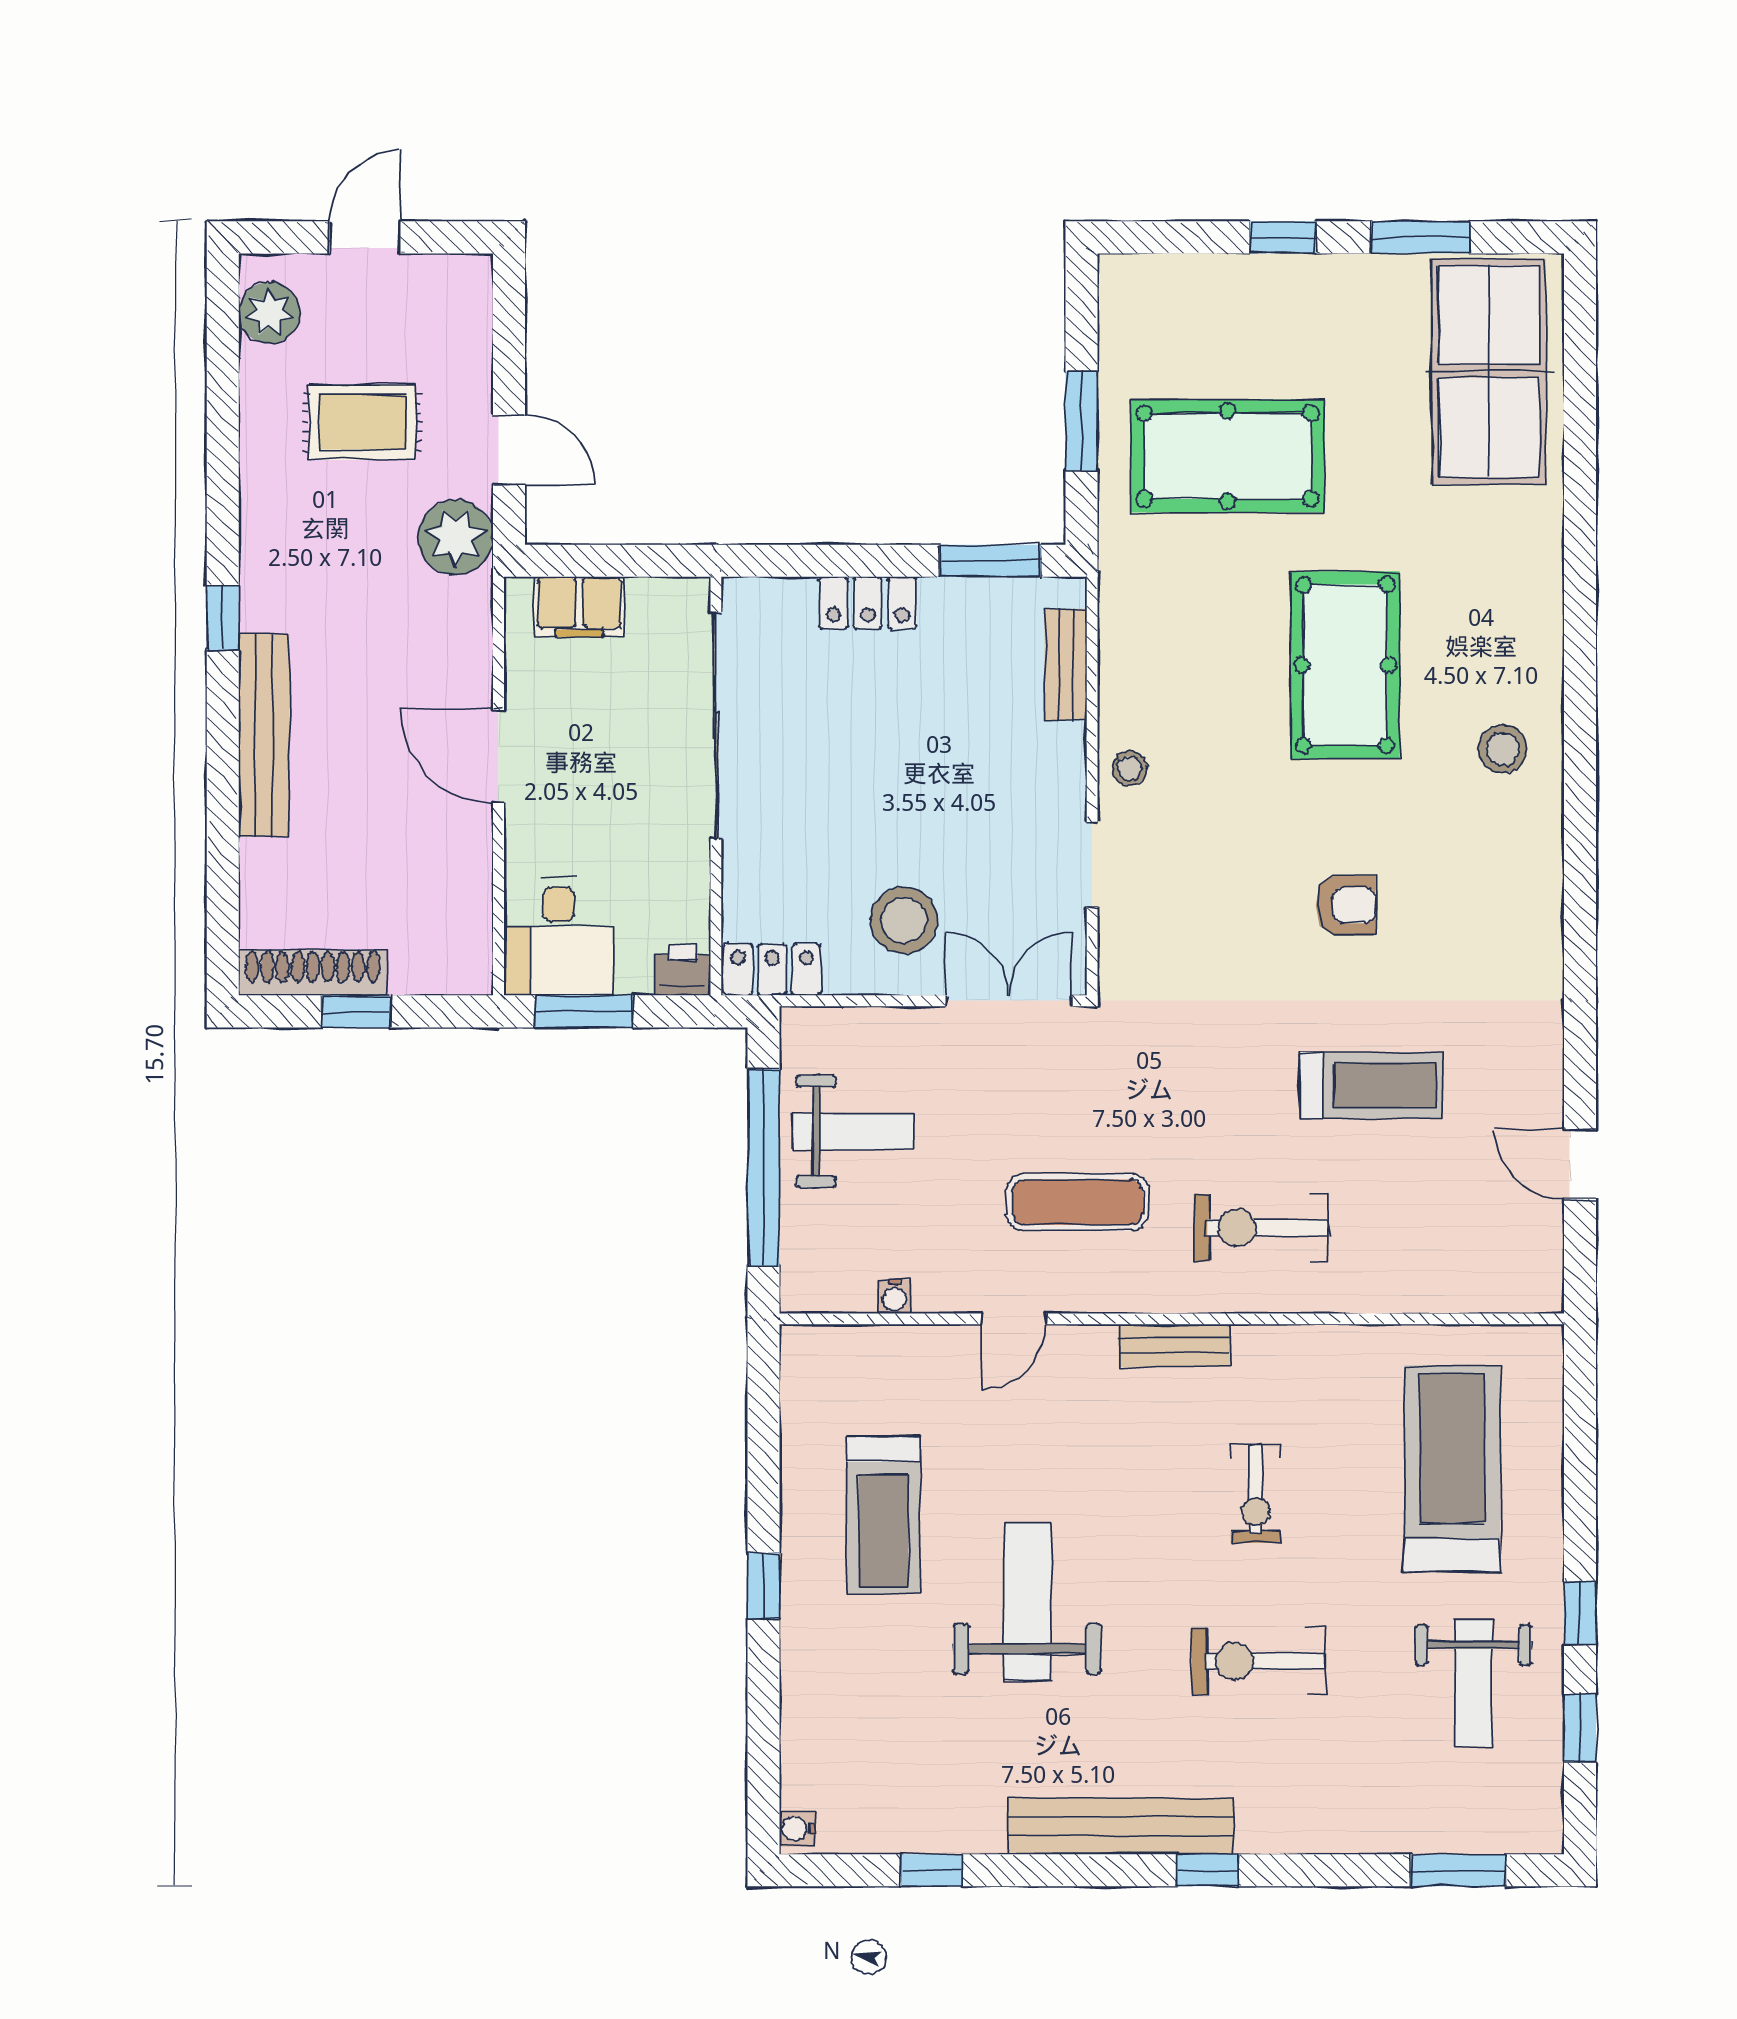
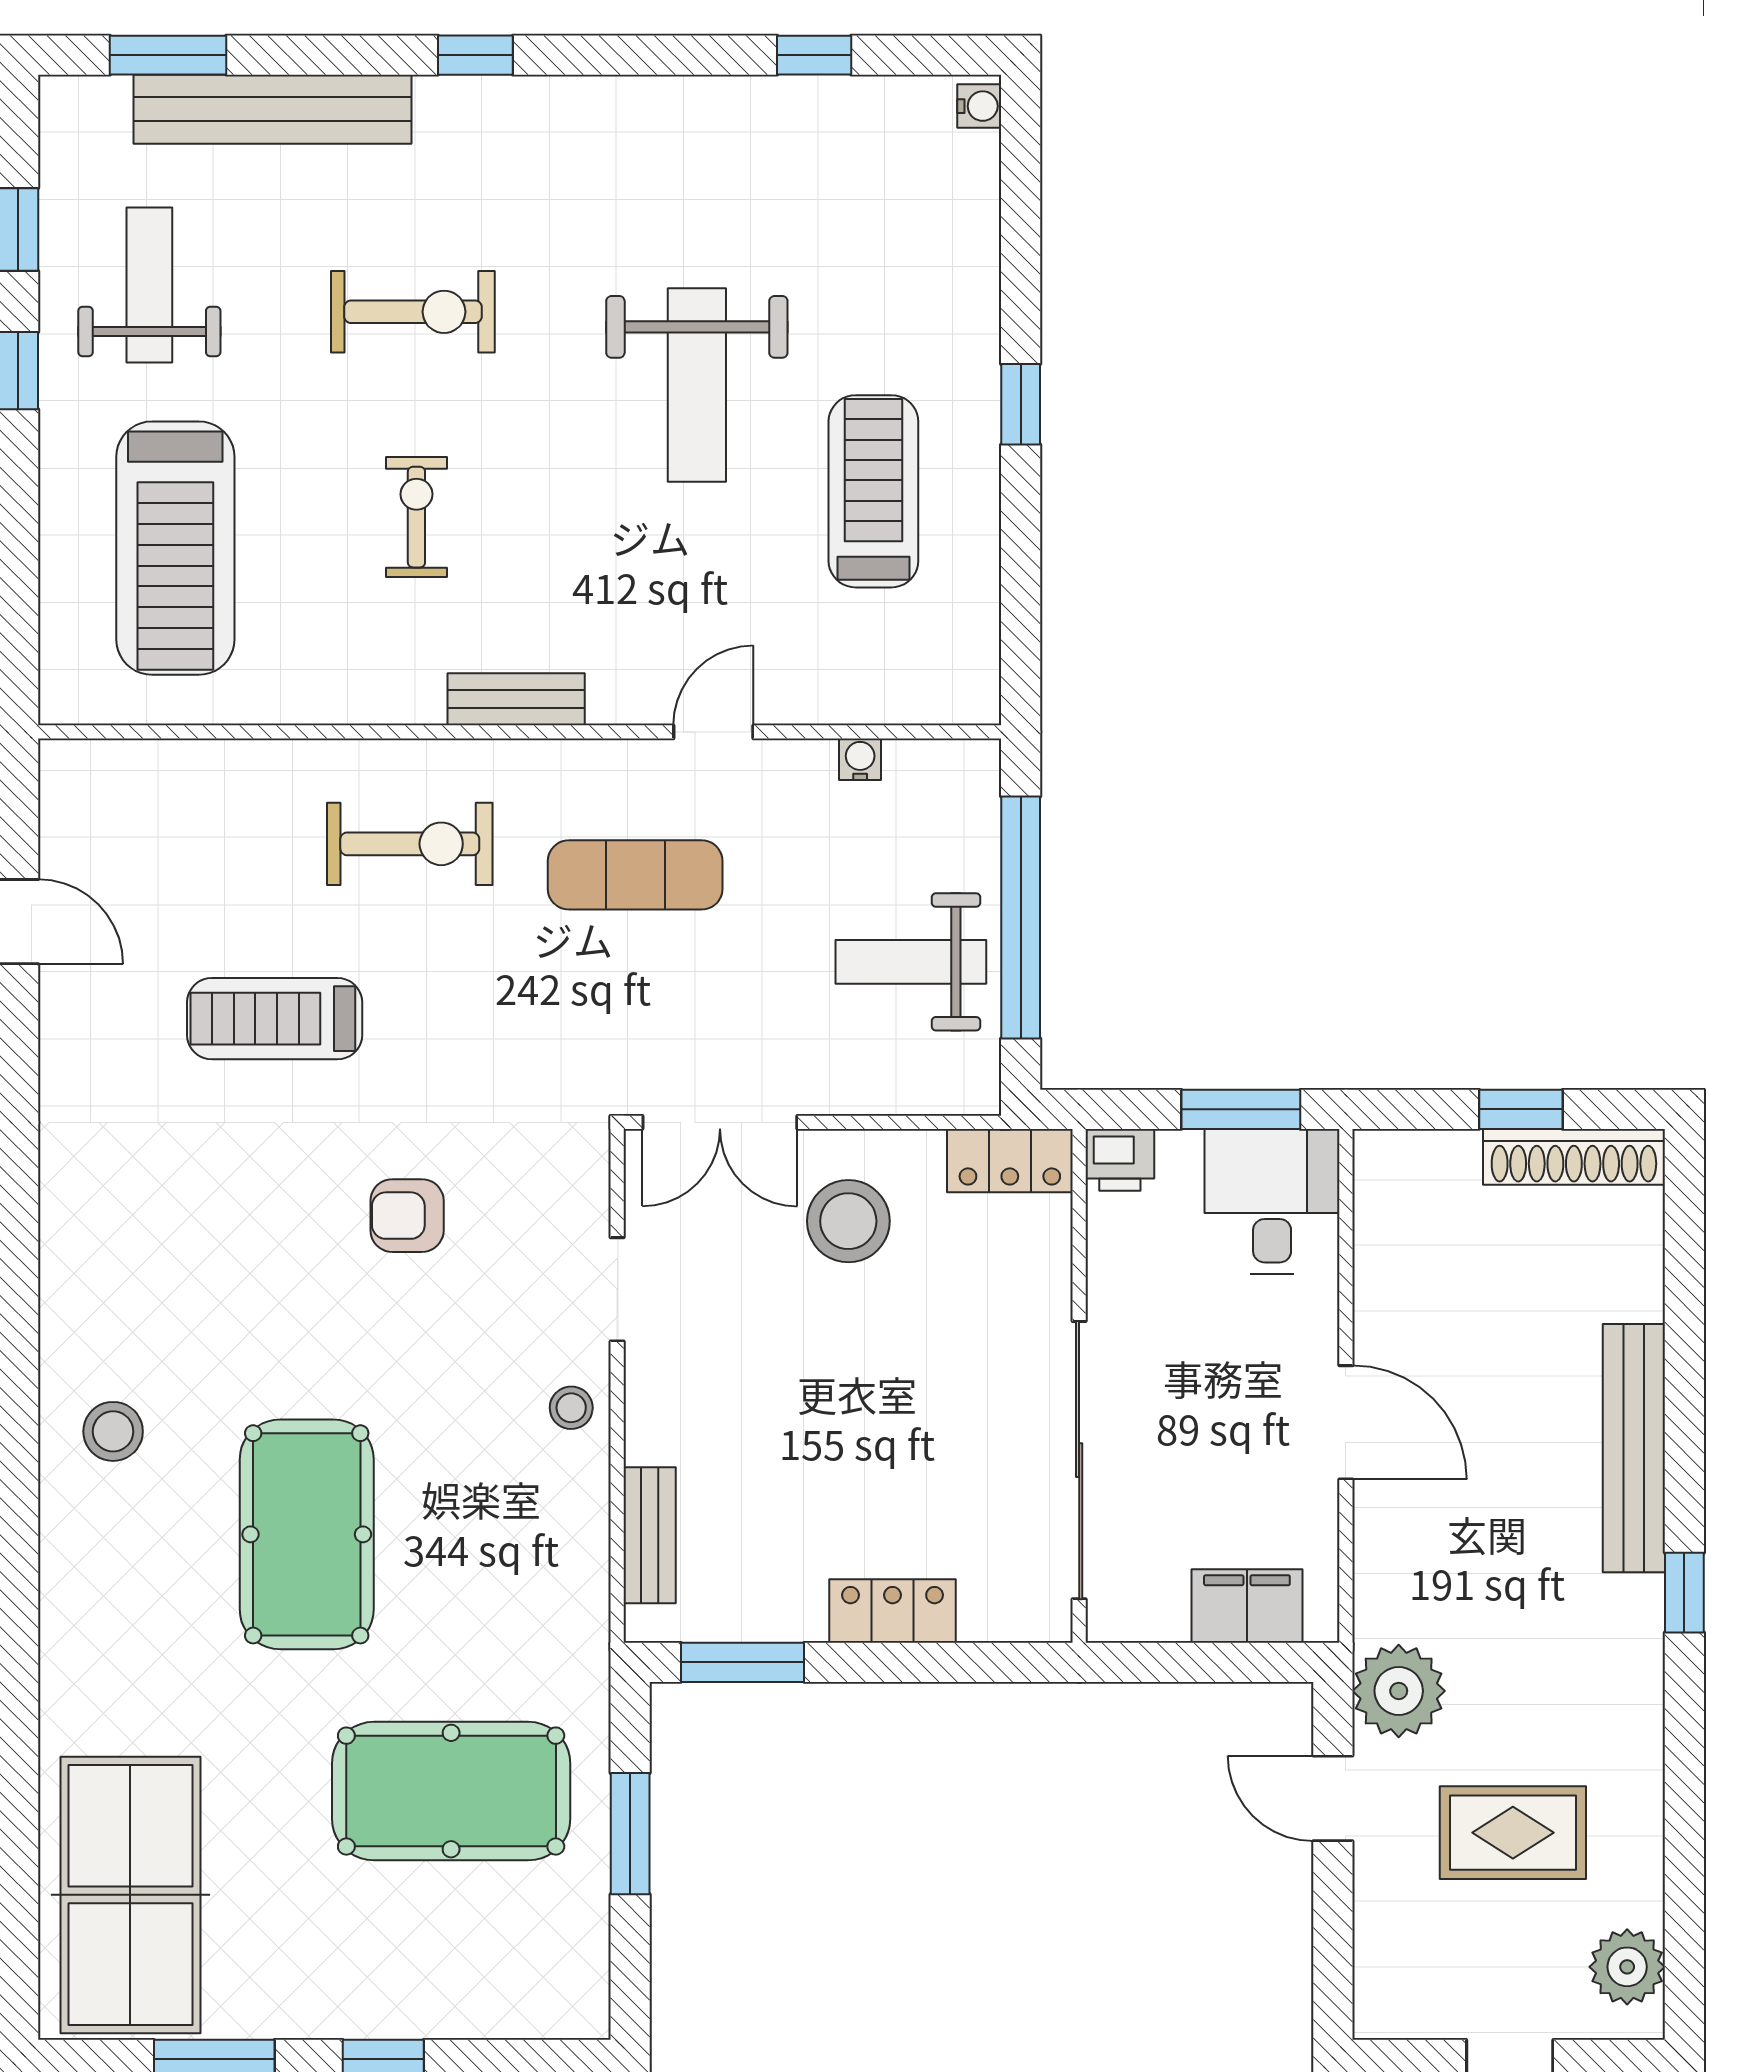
armchair: (1346, 905) -> (407, 1216), moved
bench: (1120, 1826) -> (273, 109), moved

